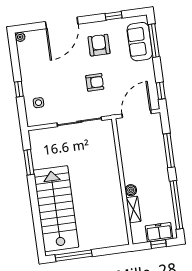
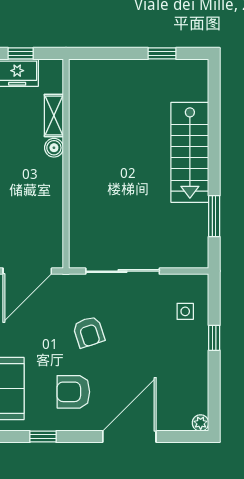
armchair: (99, 45) -> (73, 392), turned 90
armchair: (95, 82) -> (89, 332), turned -108
stairs: (56, 209) -> (190, 152), width x0.73, depth x0.66
window: (74, 256) -> (162, 53), width x0.46

